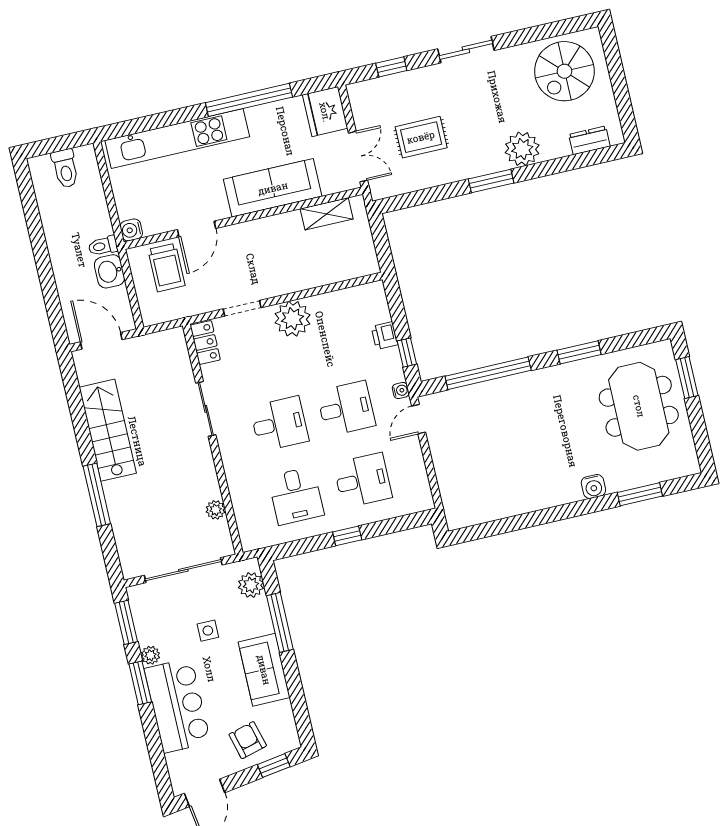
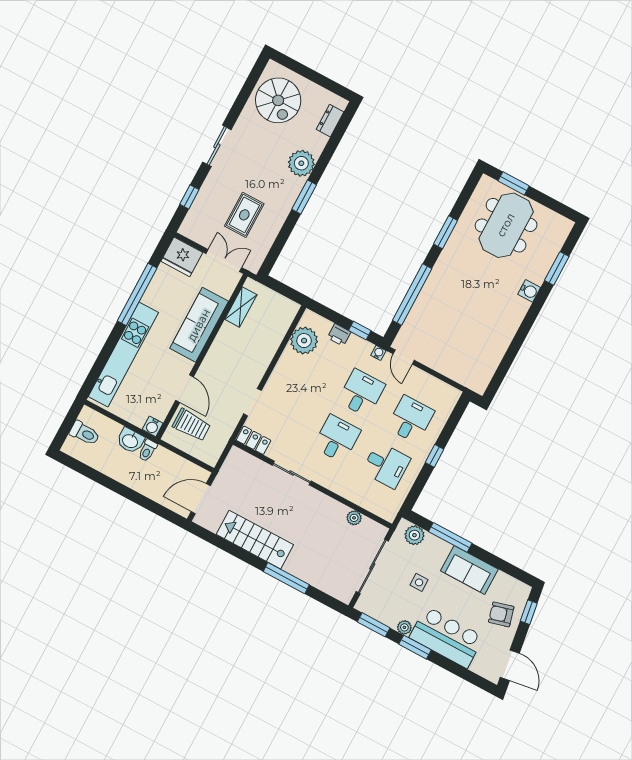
washbasin: (109, 271) -> (130, 441), moved
plant: (293, 319) -> (304, 341), moved
meeting table: (639, 406) -> (506, 225), turned 90

